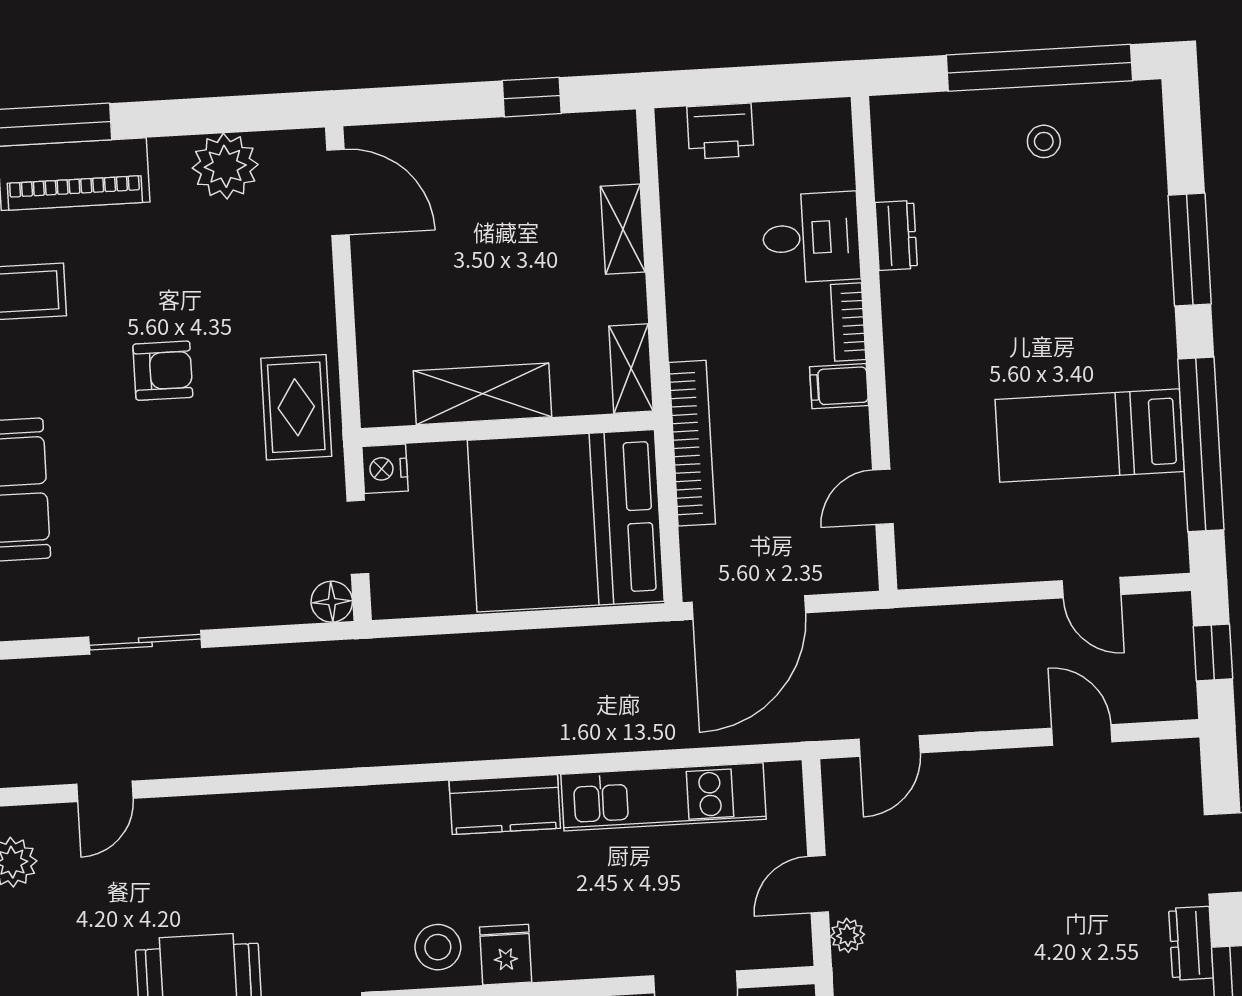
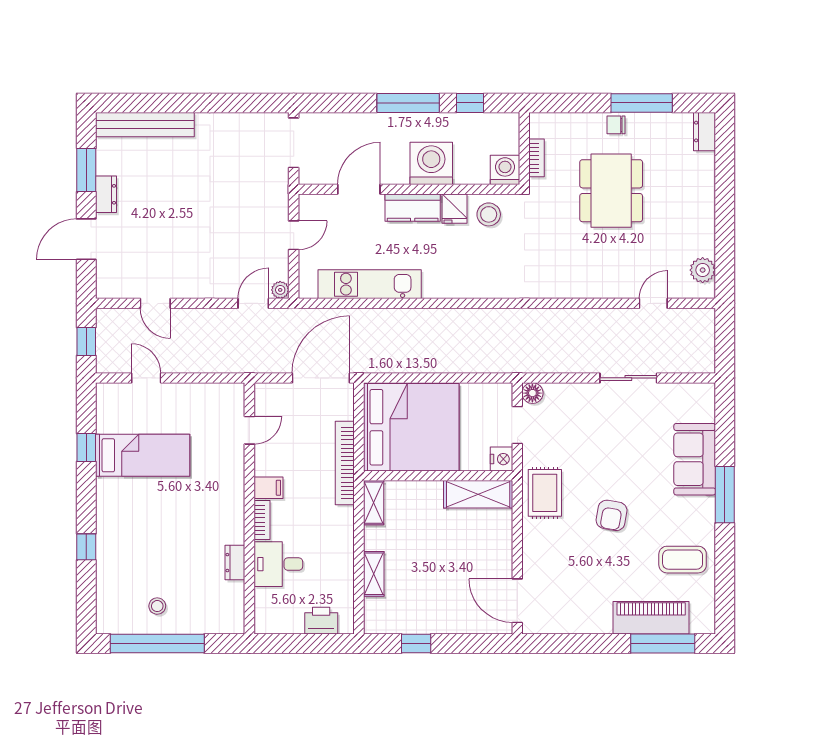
plant: (225, 166) -> (574, 617), removed
window: (1190, 250) -> (86, 547), width x0.46
armchair: (163, 371) -> (612, 515), turned -80
shelving: (483, 394) -> (478, 494), moved
window: (1201, 444) -> (86, 448), width x0.32
kitchen counter: (505, 805) -> (413, 208), moved, turned 180
plant: (848, 935) -> (280, 290), moved

